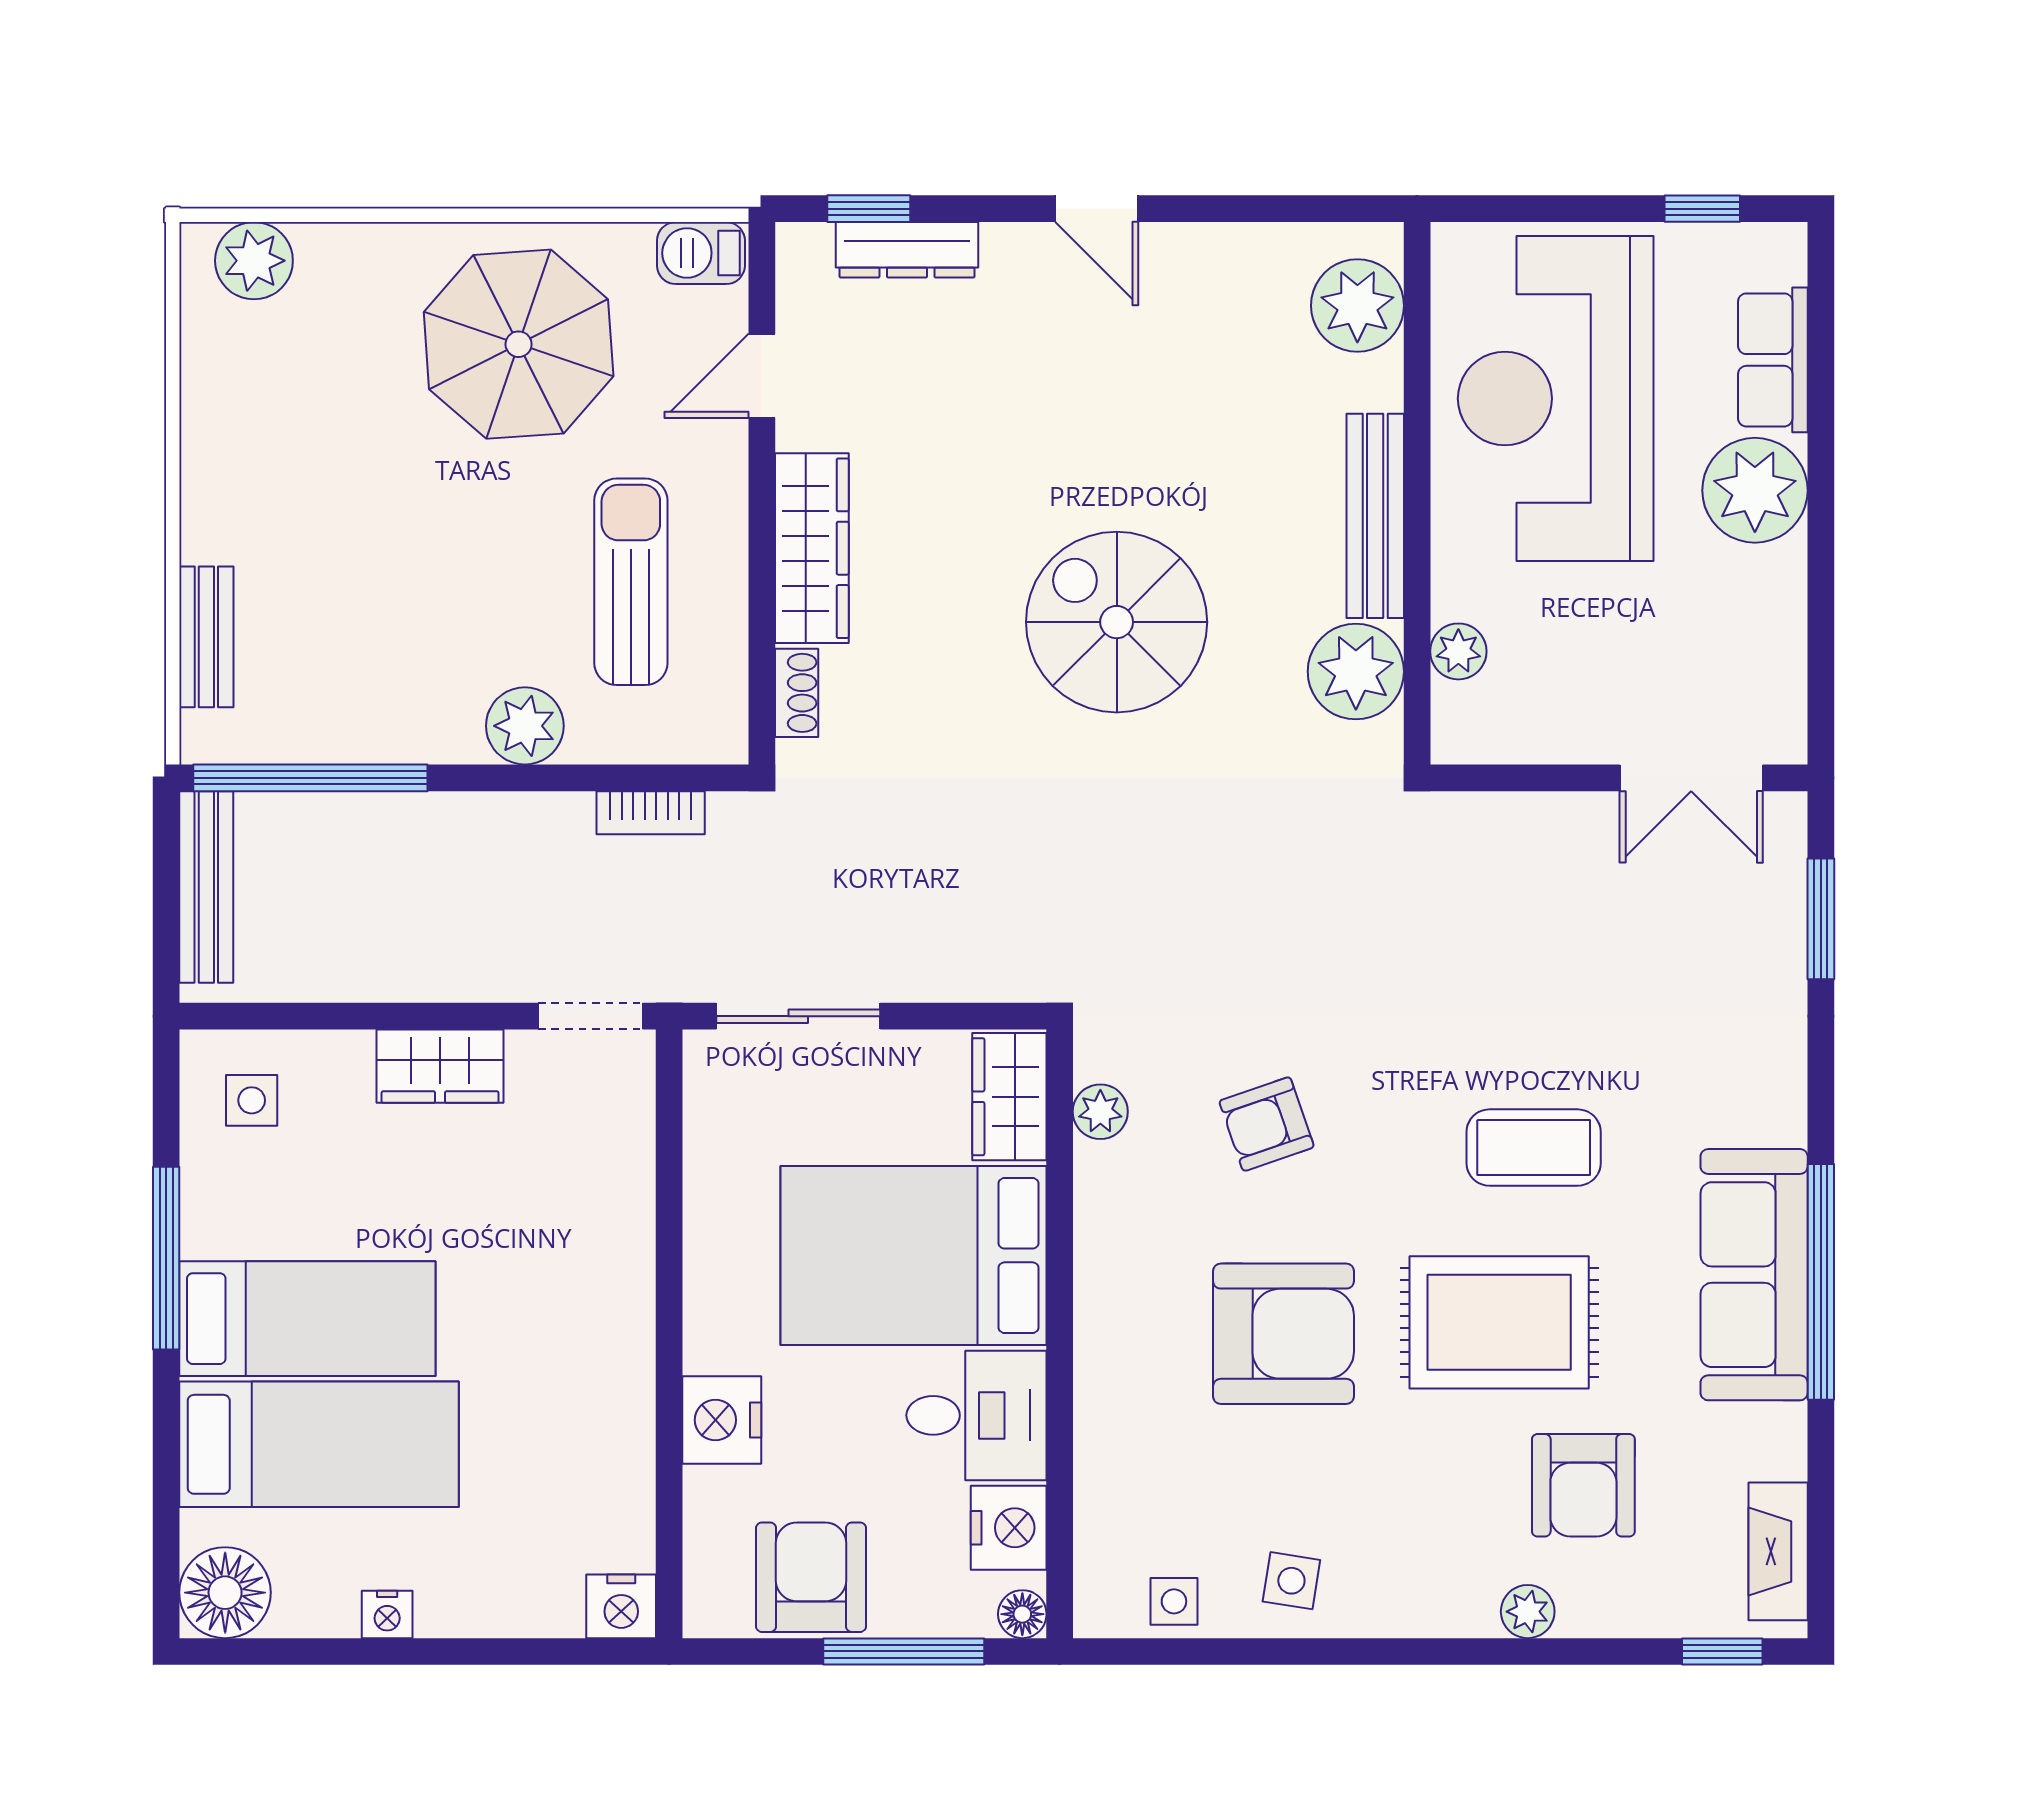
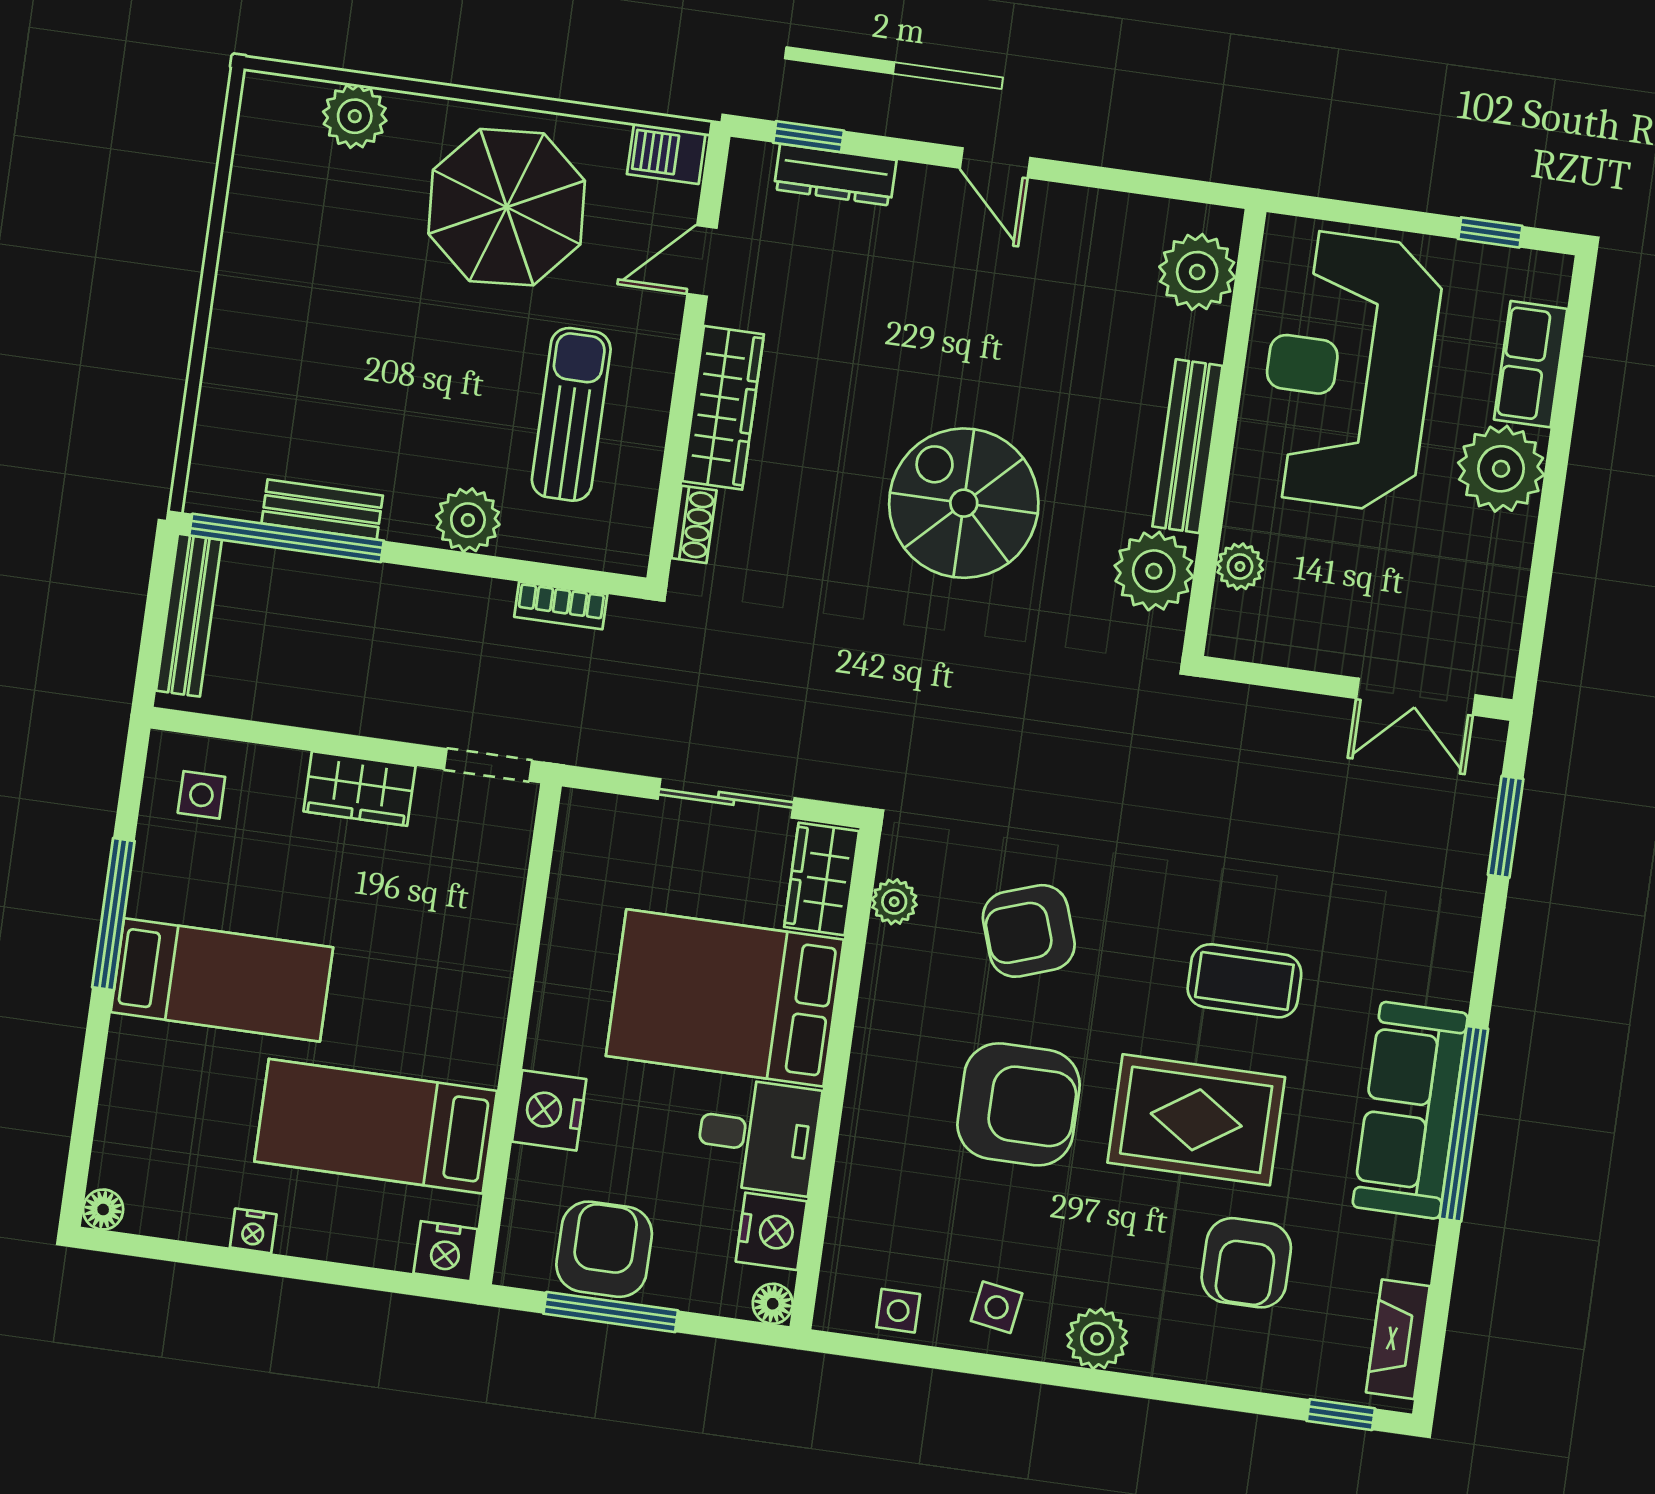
plant: (254, 261) -> (355, 116), moved
bench: (206, 637) -> (322, 509), moved, turned 90
sliding door: (798, 1016) -> (726, 798), moved
armchair: (1267, 1124) -> (1029, 931), width x1.38, depth x1.38
bed: (319, 1444) -> (376, 1126), moved, turned 180
floor lamp: (225, 1593) -> (103, 1210), width x0.53, depth x0.53
plant: (1528, 1612) -> (1097, 1339), moved, width x1.38, depth x1.38
window: (904, 1651) -> (611, 1312), moved

